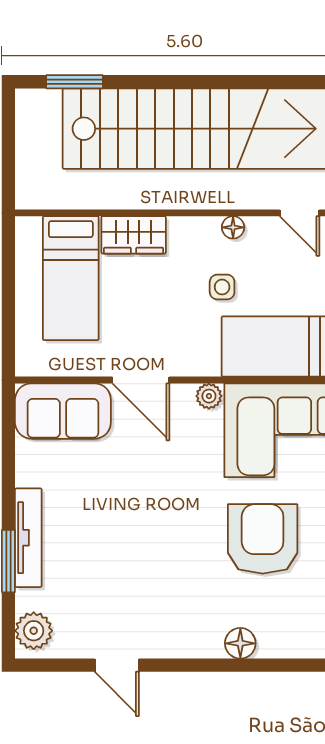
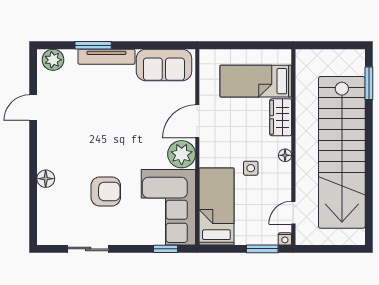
floor lamp: (233, 227) -> (285, 155), moved
plant: (209, 396) -> (182, 154), width x1.87, depth x1.87
sofa: (63, 411) -> (164, 65), moved, turned -90
armchair: (263, 539) -> (106, 191), width x0.73, depth x0.73

